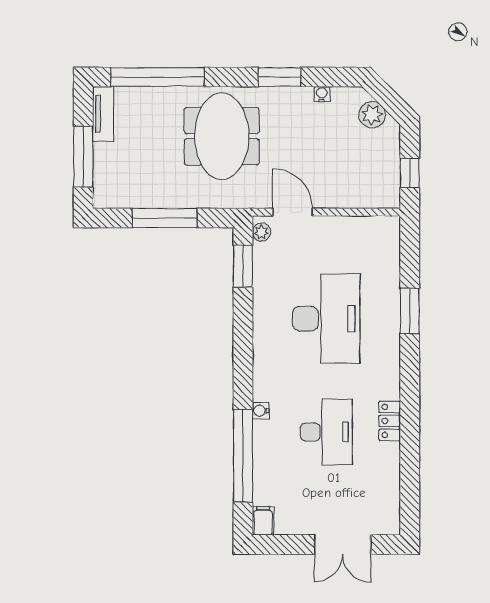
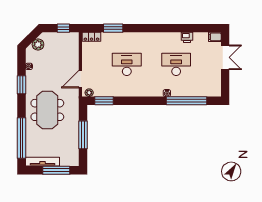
tv unit: (103, 114) -> (43, 162), width x1.41
meeting table: (222, 136) -> (47, 110), turned 90
window: (410, 311) -> (113, 28), moved
desk: (326, 319) -> (127, 64), width x0.73, depth x0.77
locker: (390, 421) -> (91, 37), moved
printer: (388, 457) -> (187, 37), added
filing cabinet: (263, 521) -> (215, 37), moved

